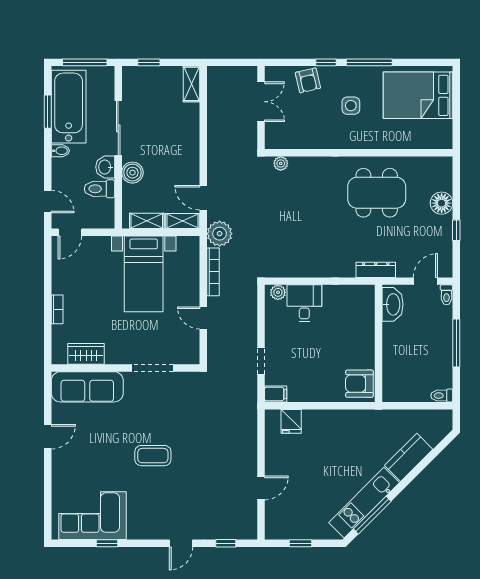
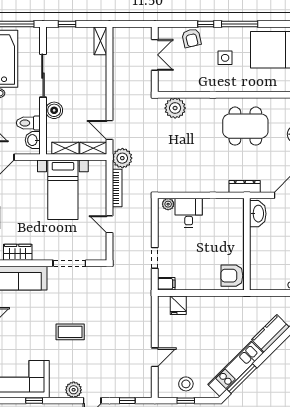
plant: (281, 163) -> (175, 108), width x1.87, depth x1.87
washbasin: (105, 167) -> (33, 140), moved
stool: (301, 522) -> (186, 384), added
plant: (157, 529) -> (74, 390), added

